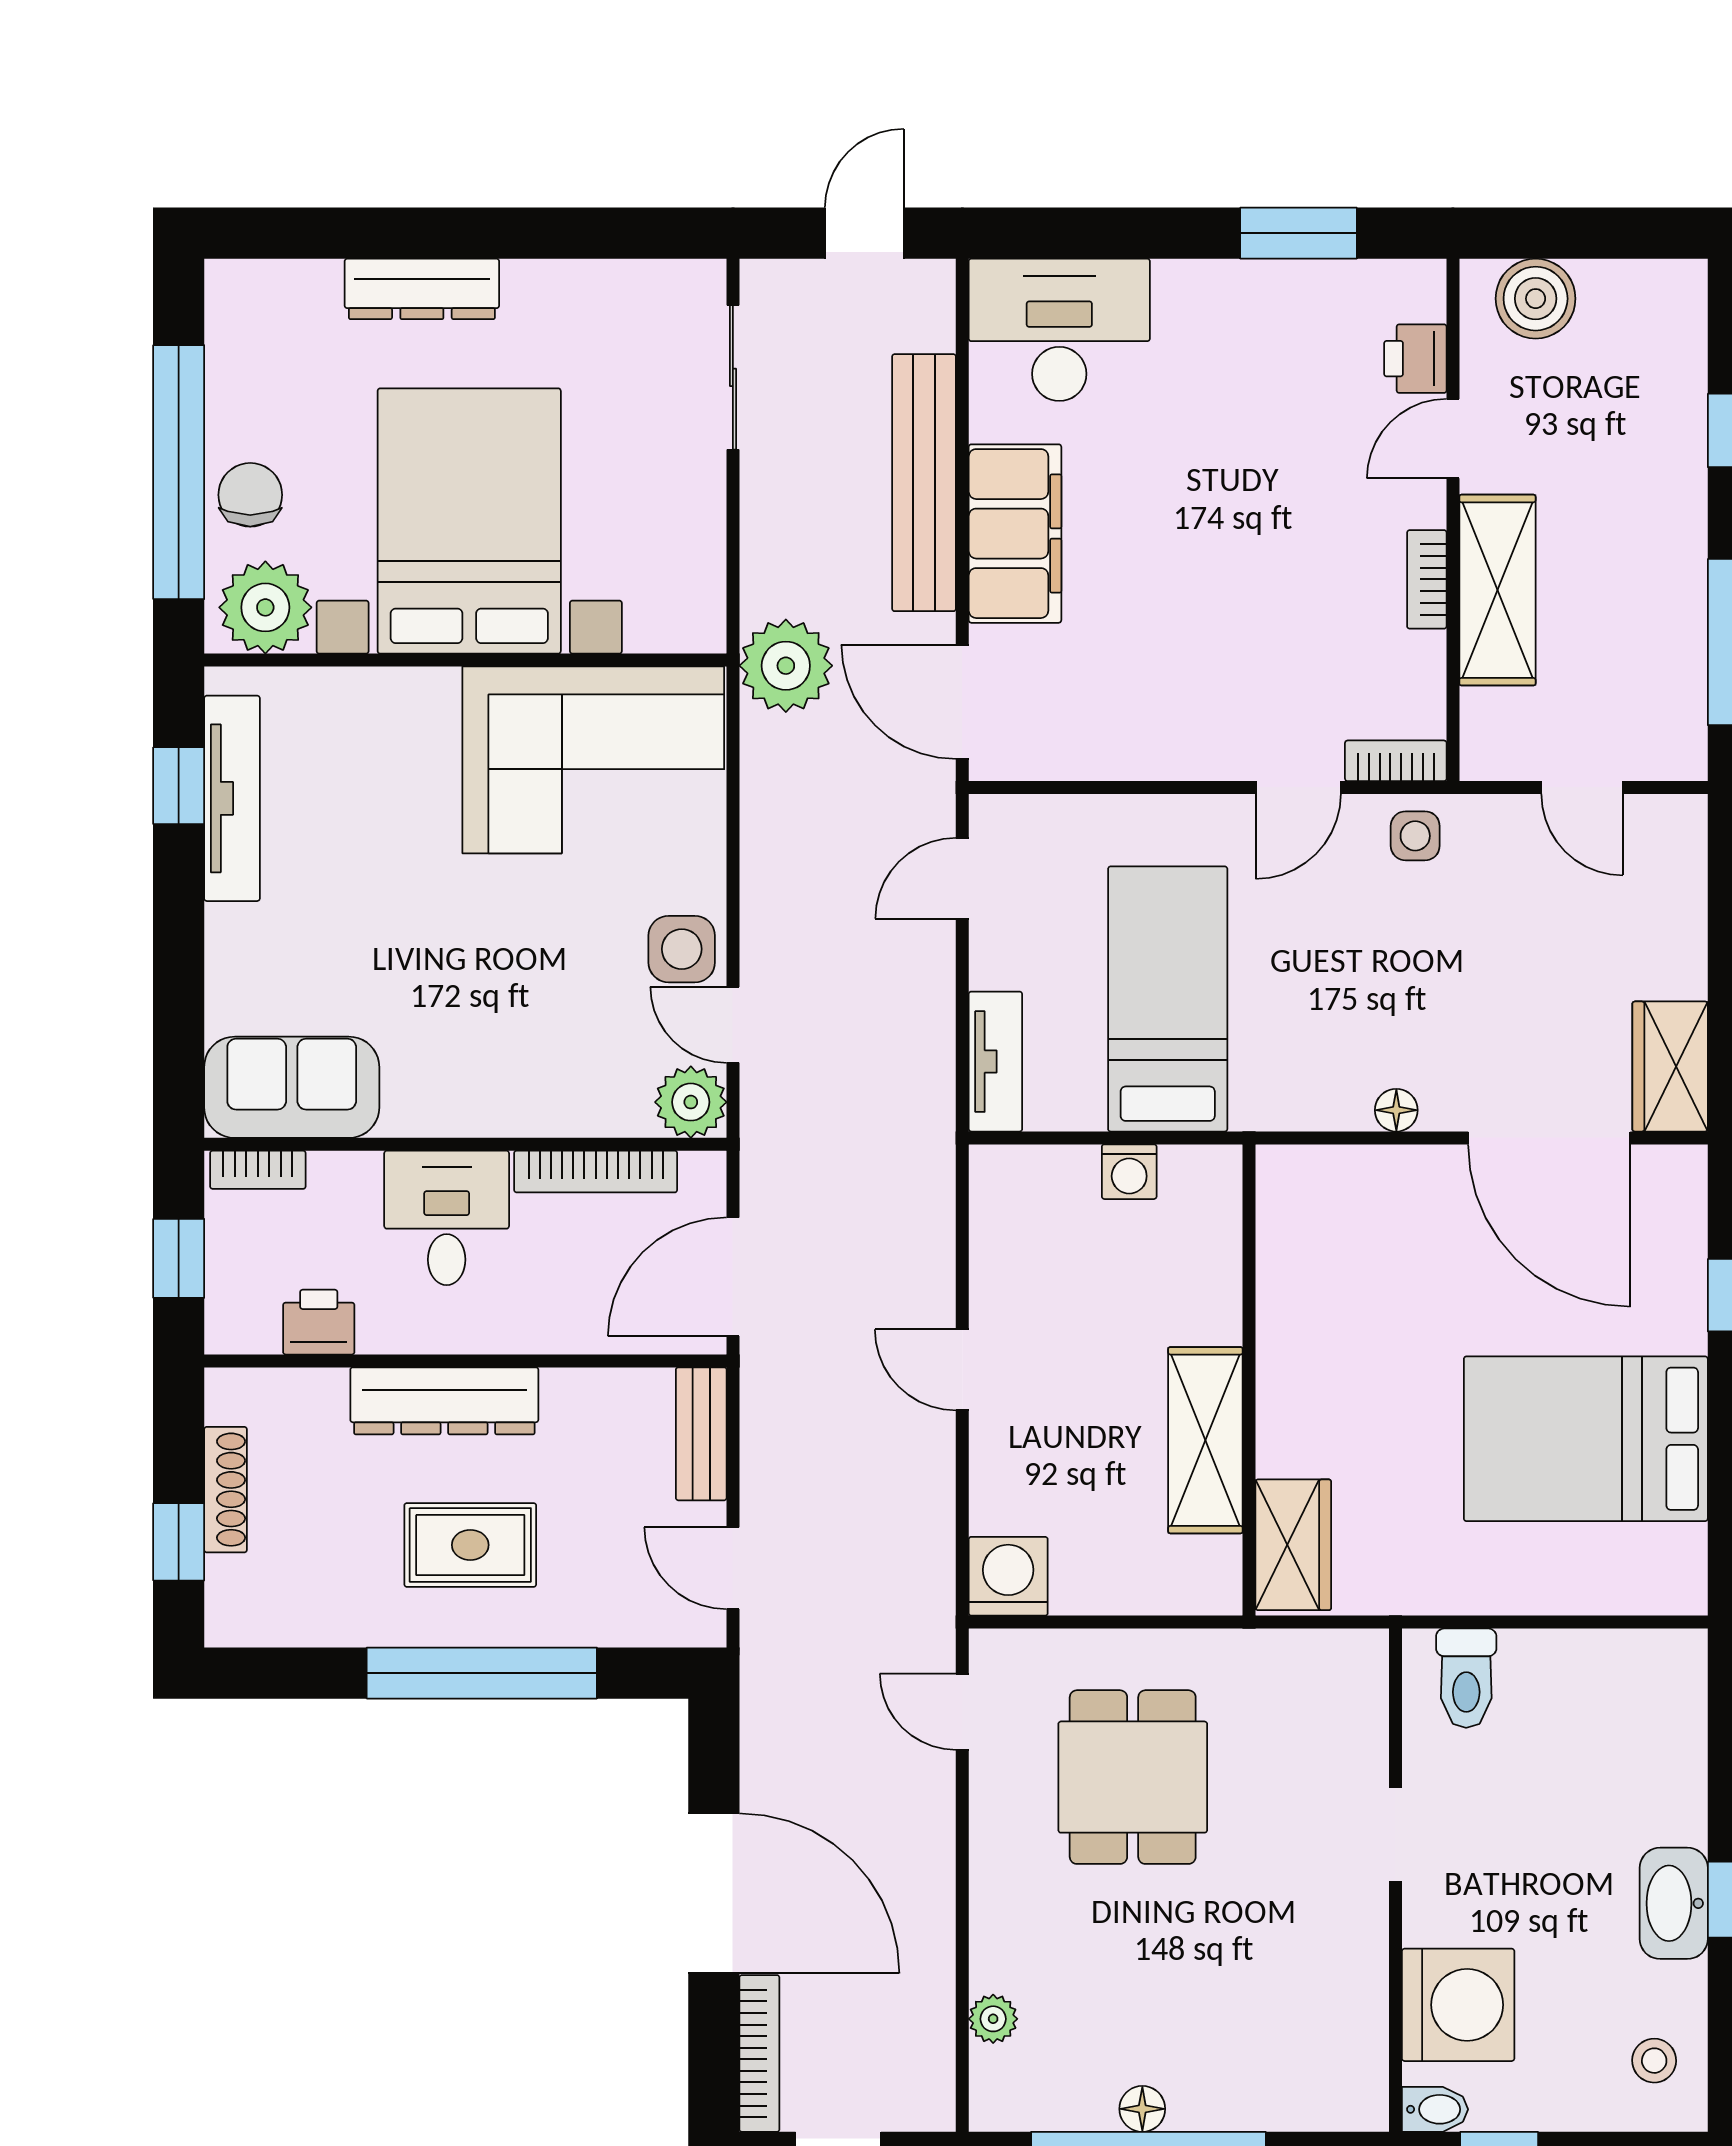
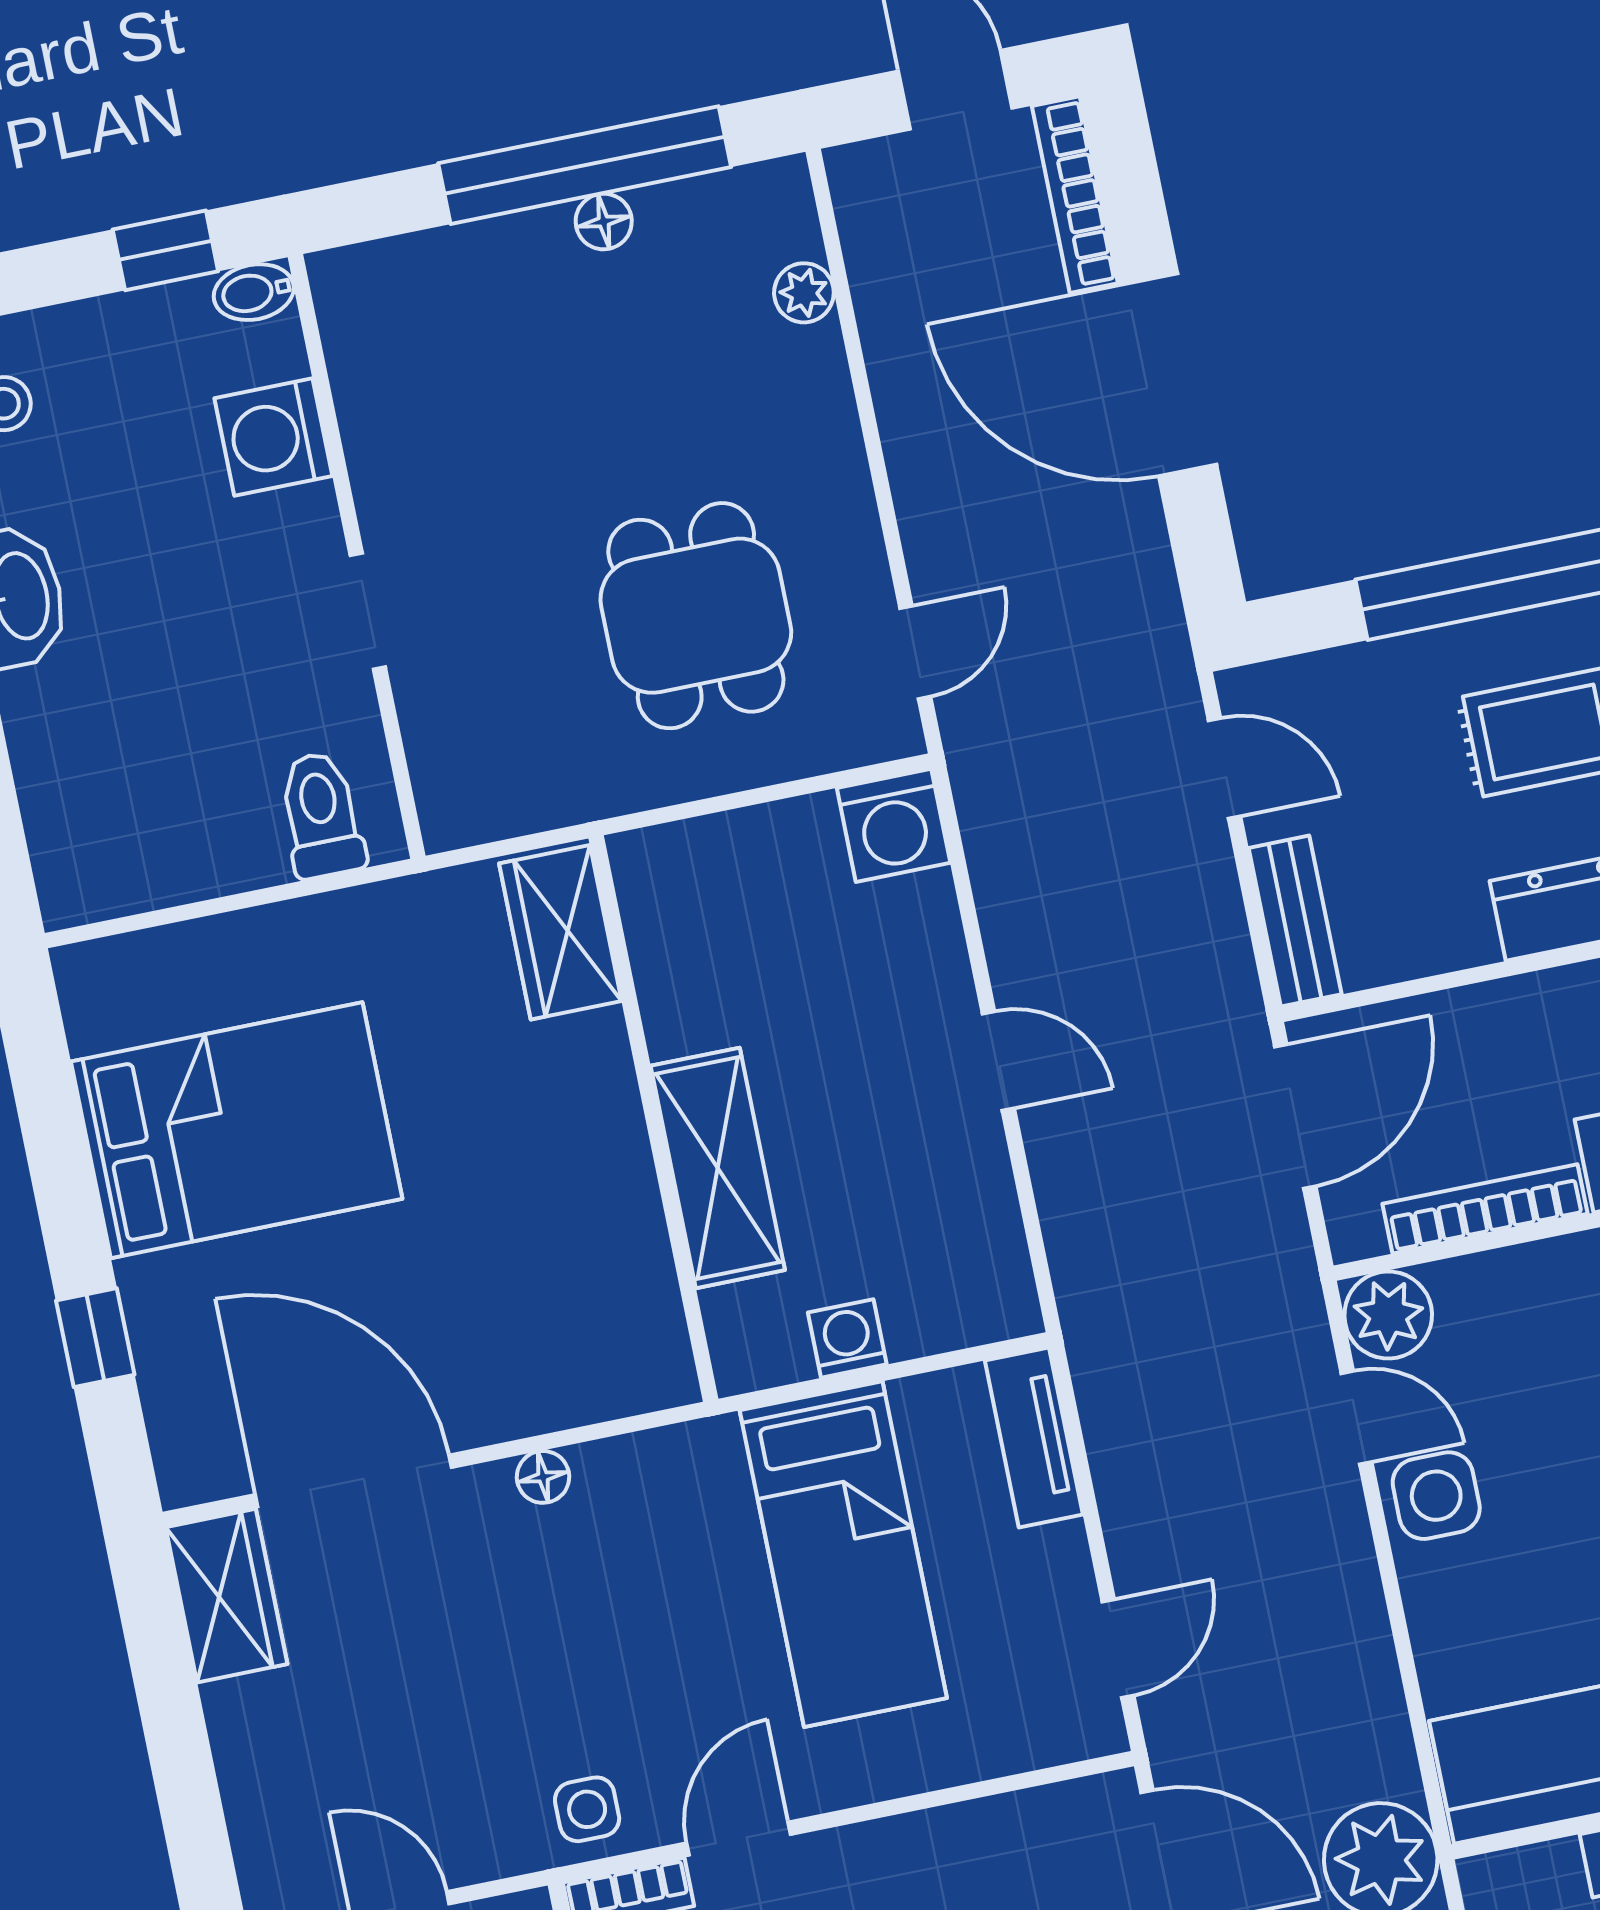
shelving: (1205, 1440) -> (718, 1168), moved
door: (962, 1712) -> (915, 652), hinge flipped
washing machine: (1458, 2005) -> (273, 437), width x0.73, depth x0.73

